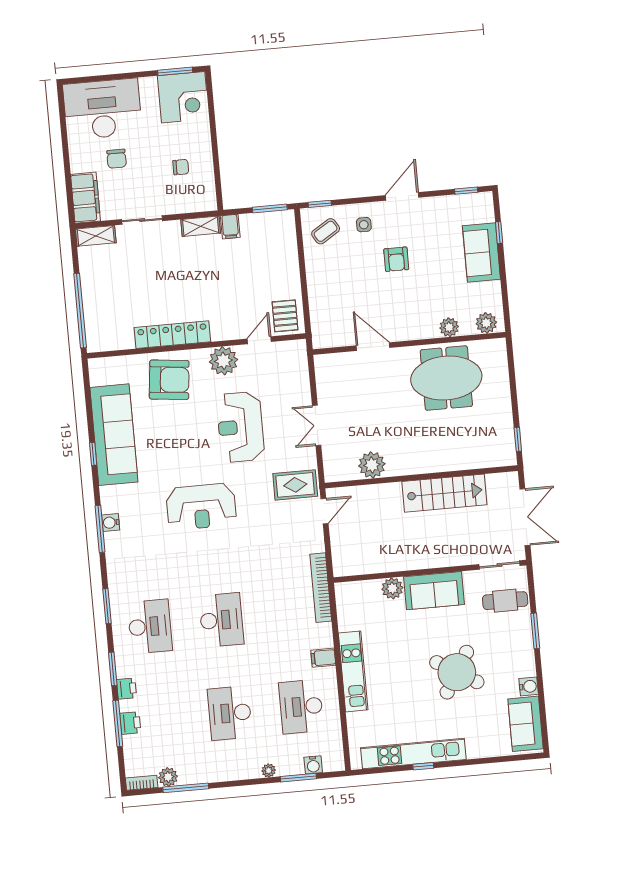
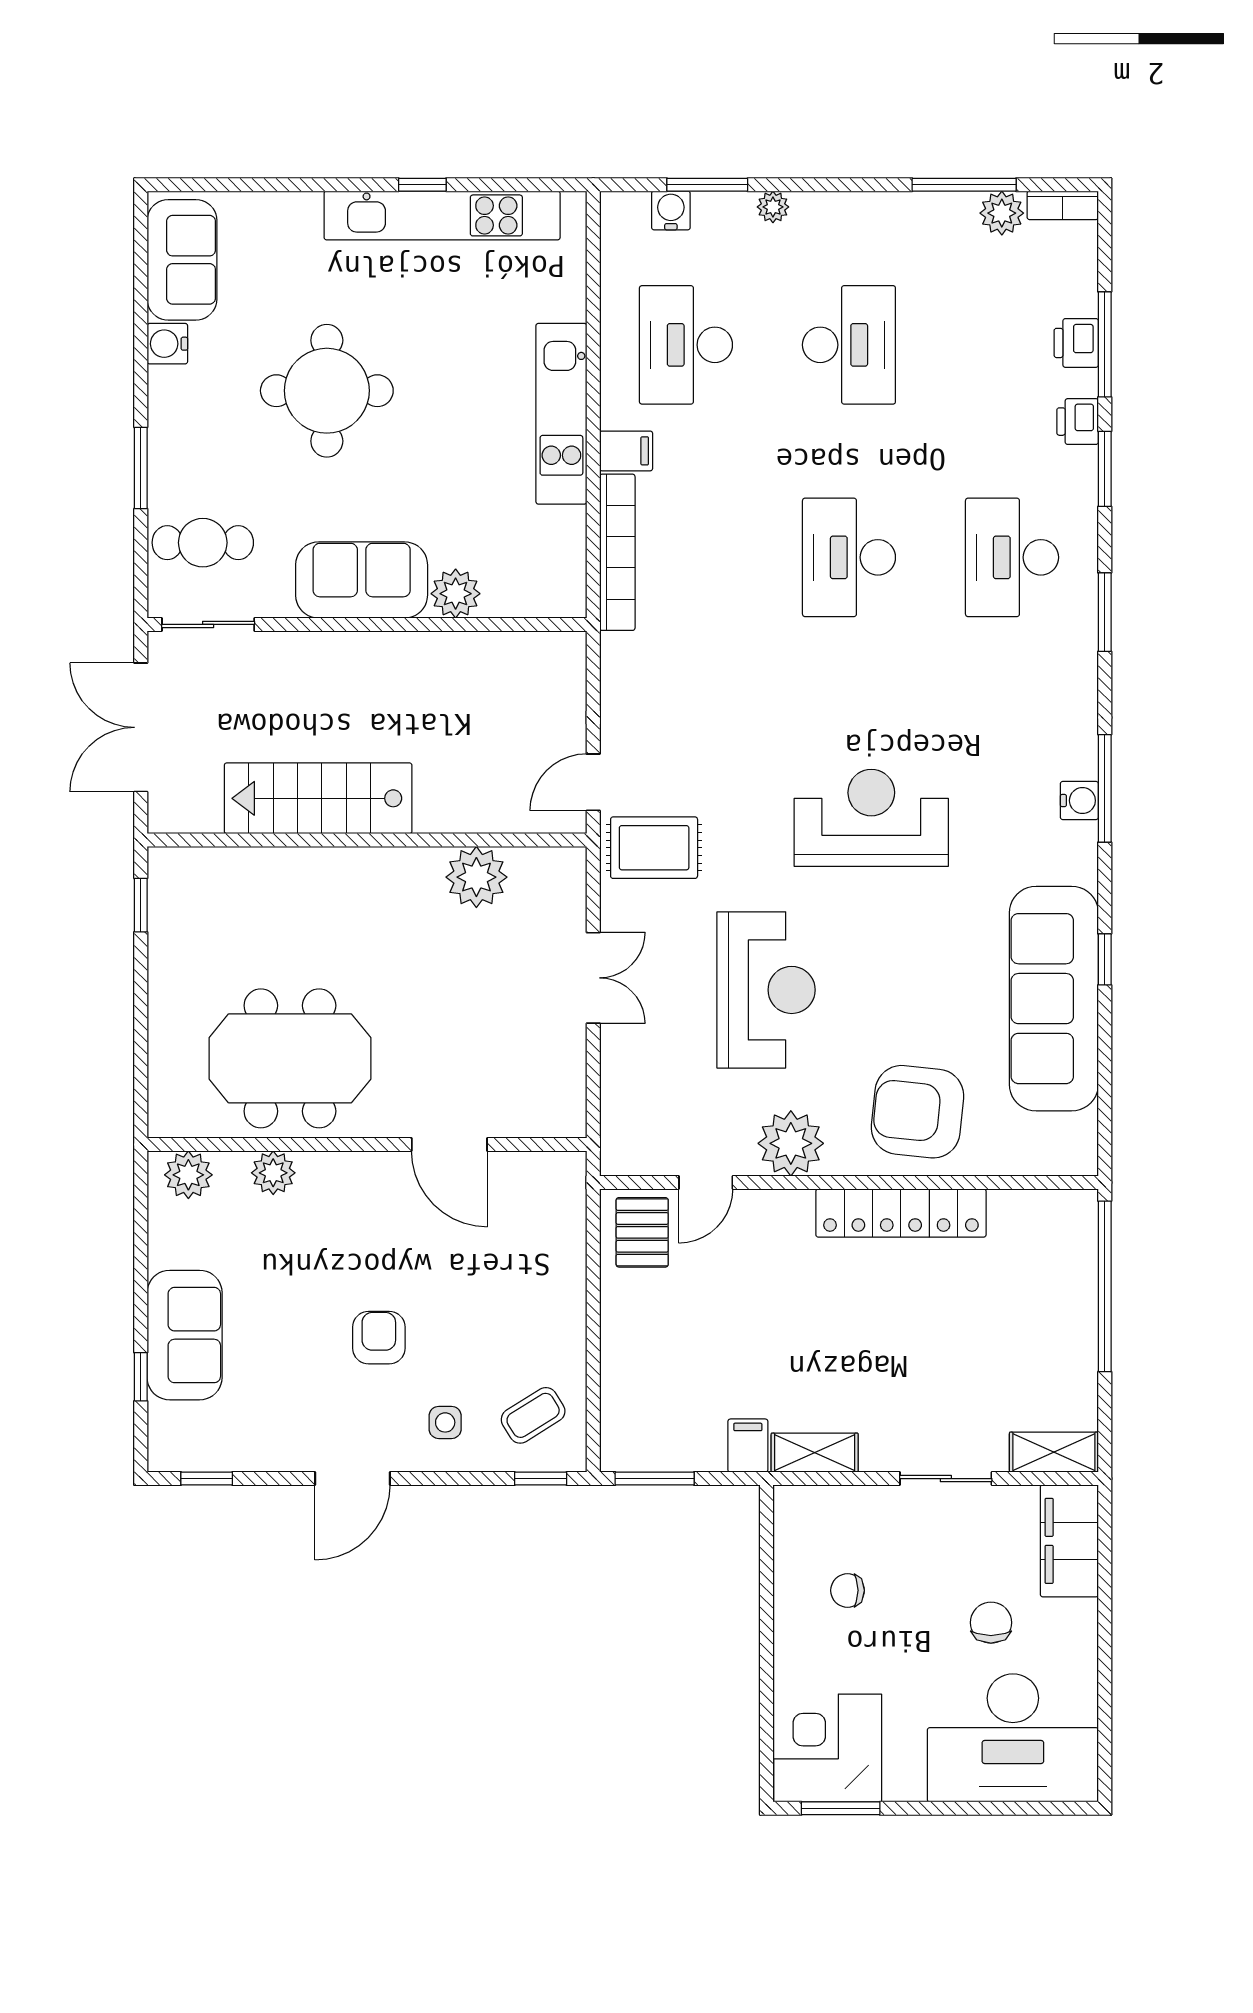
bookcase: (321, 588) -> (617, 552), moved
round table: (457, 672) -> (327, 391), turned -31
desk: (301, 707) -> (686, 345), turned 180

